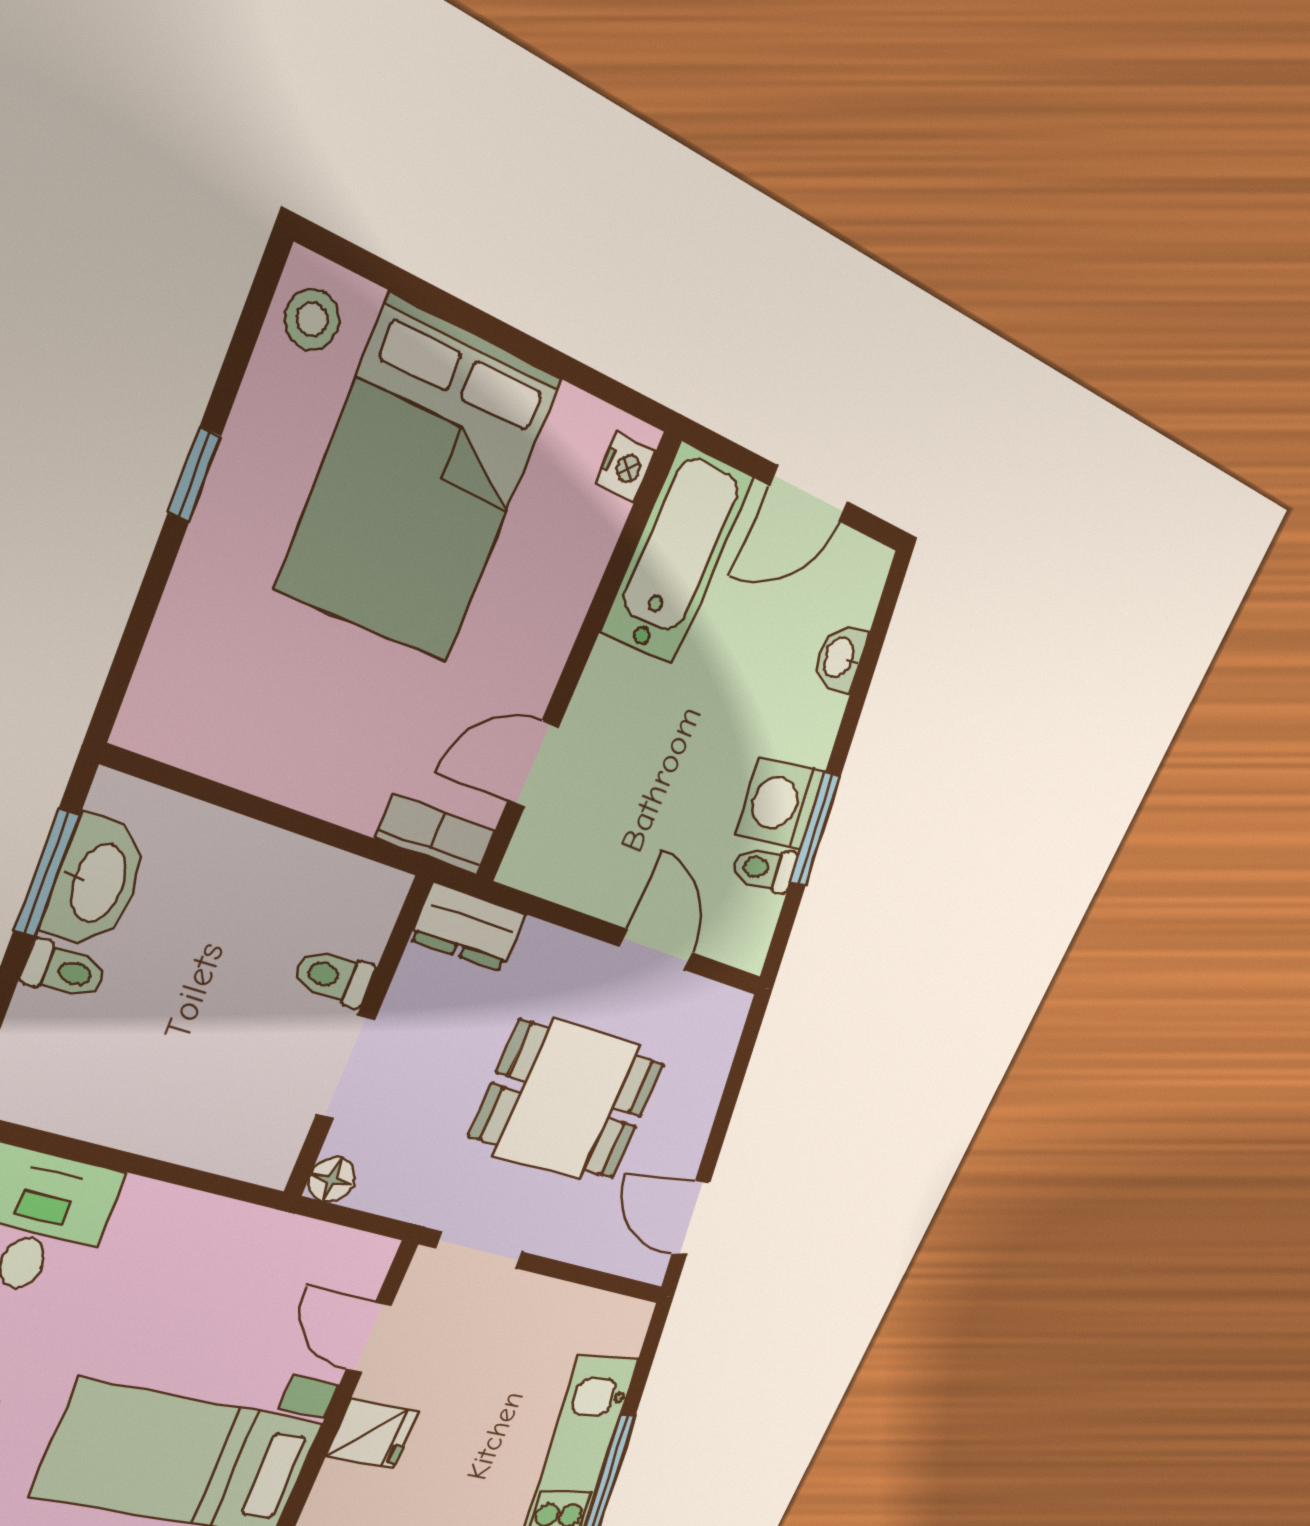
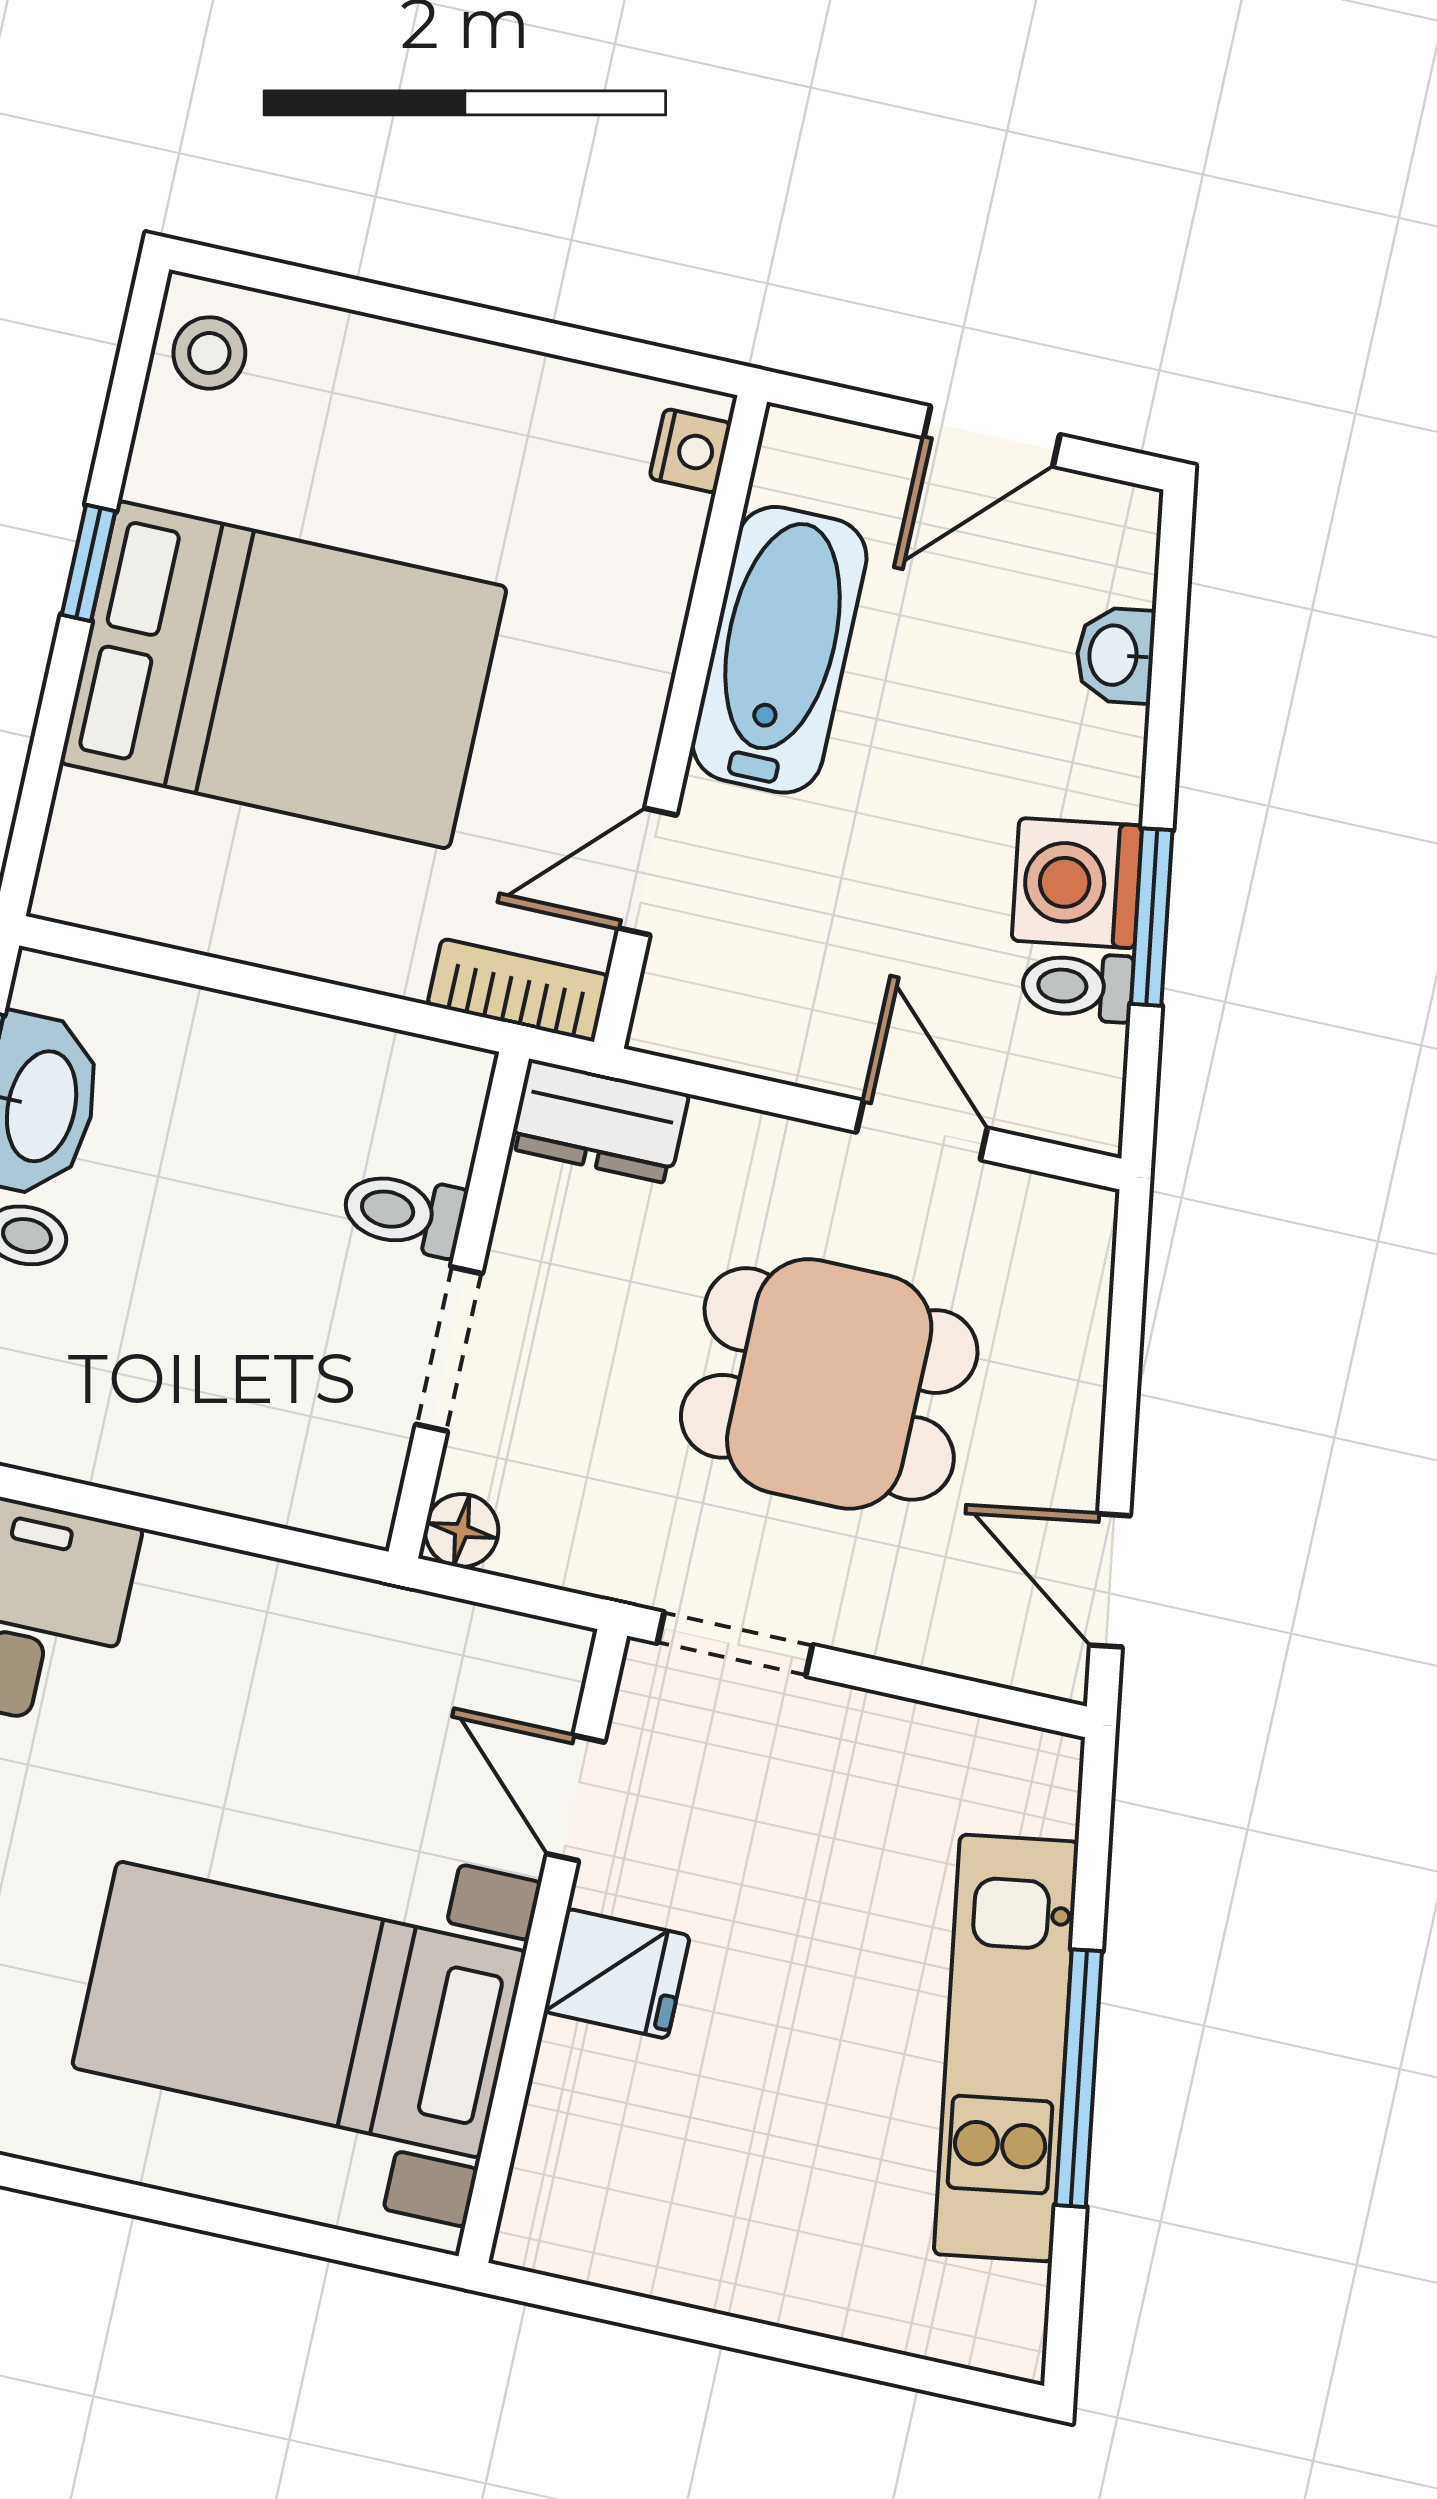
bed: (419, 483) -> (283, 675), moved, turned -90
bathtub: (677, 555) -> (779, 650), moved

